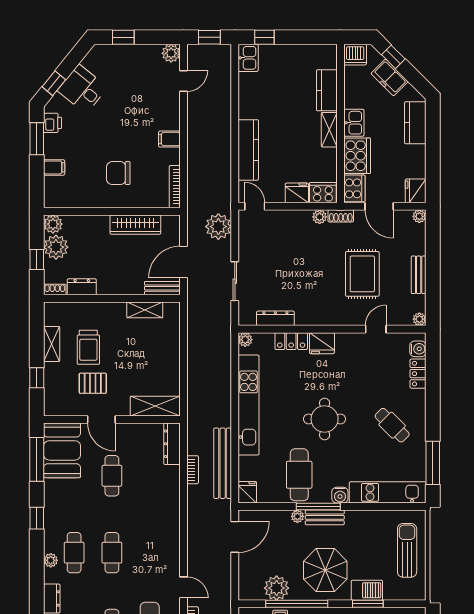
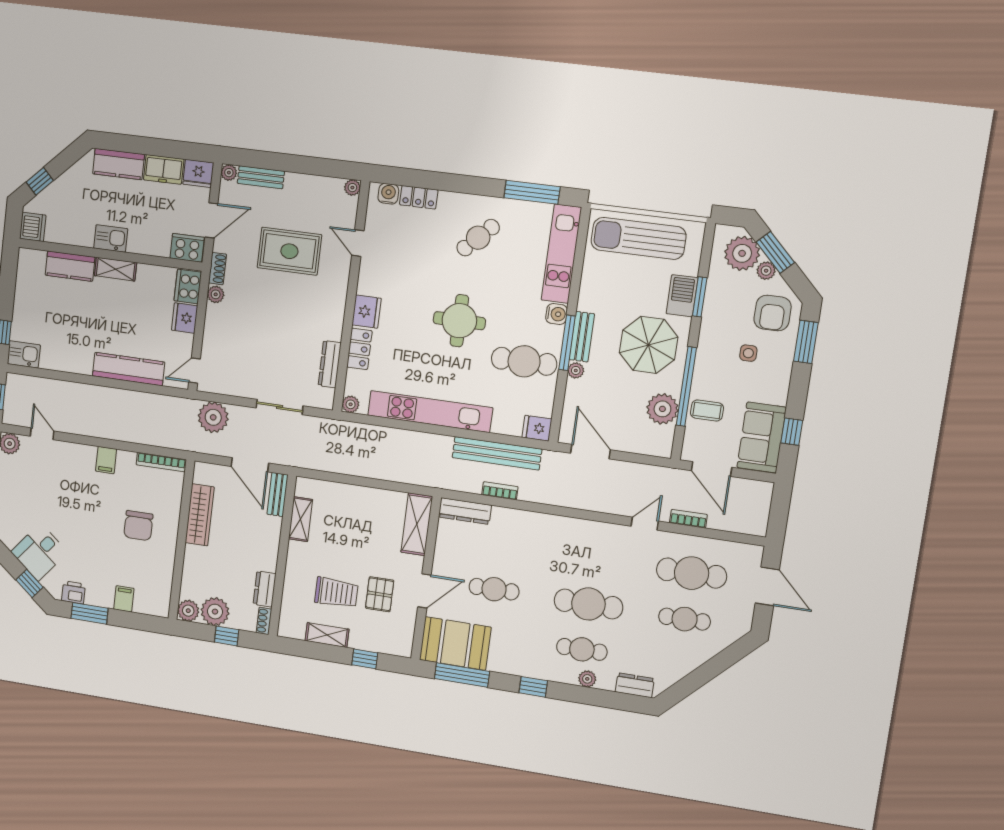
freezer: (390, 77) -> (164, 169), moved, turned 45
cooker: (357, 156) -> (149, 239), removed
bench: (419, 275) -> (261, 177), moved
sun lounger: (407, 550) -> (638, 238), width x1.36, depth x1.34
cafe table: (112, 553) -> (588, 604), width x1.37, depth x1.35

